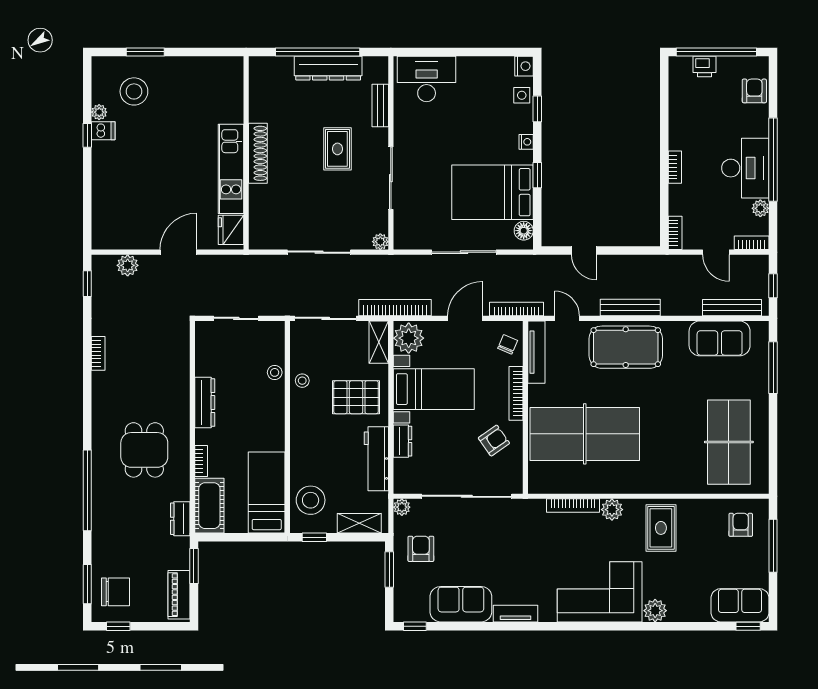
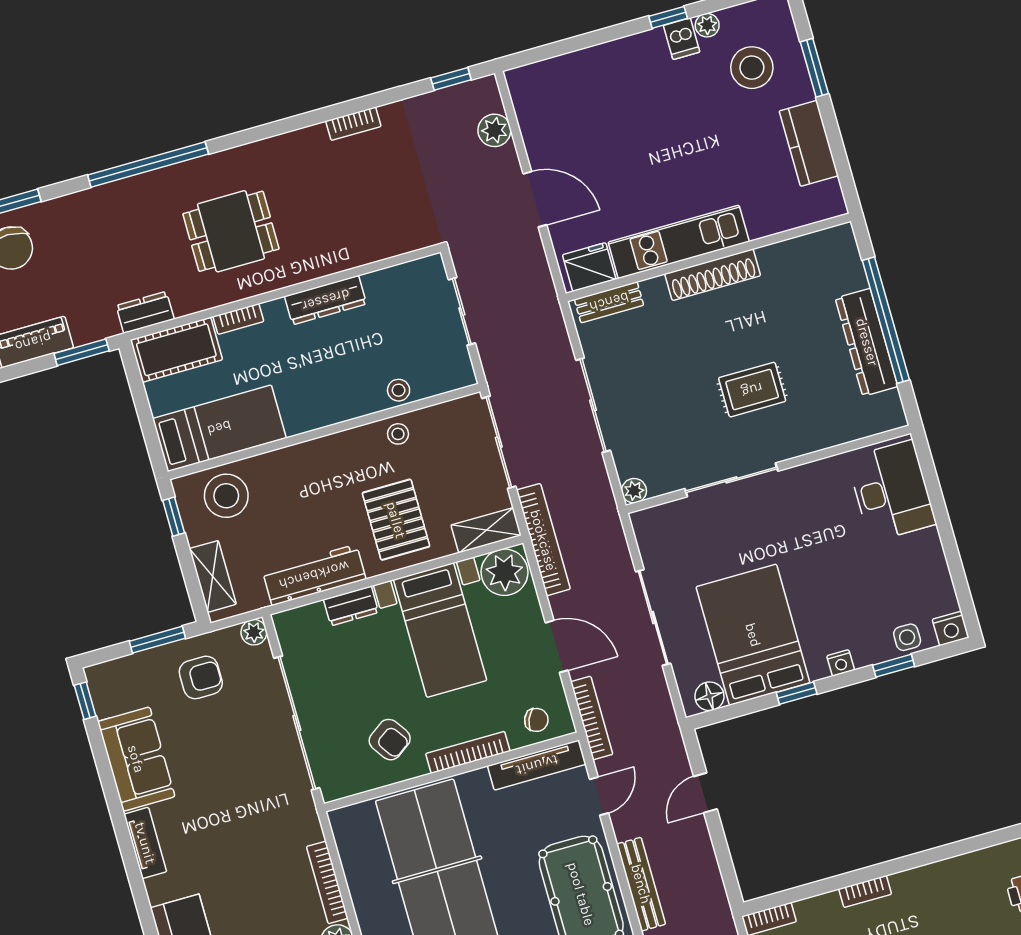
kitchen counter: (192, 69) -> (809, 143), added
bench: (380, 106) -> (609, 302), moved

